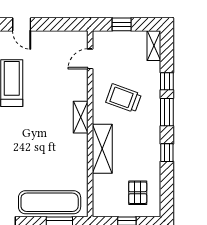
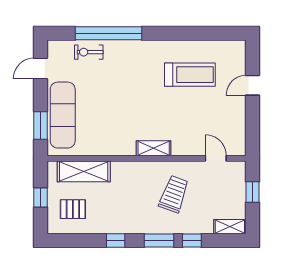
shelving: (102, 149) -> (84, 171), moved

